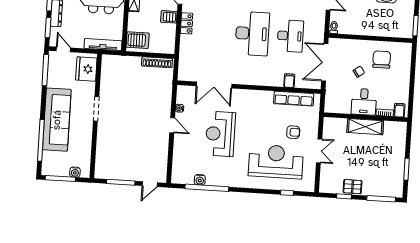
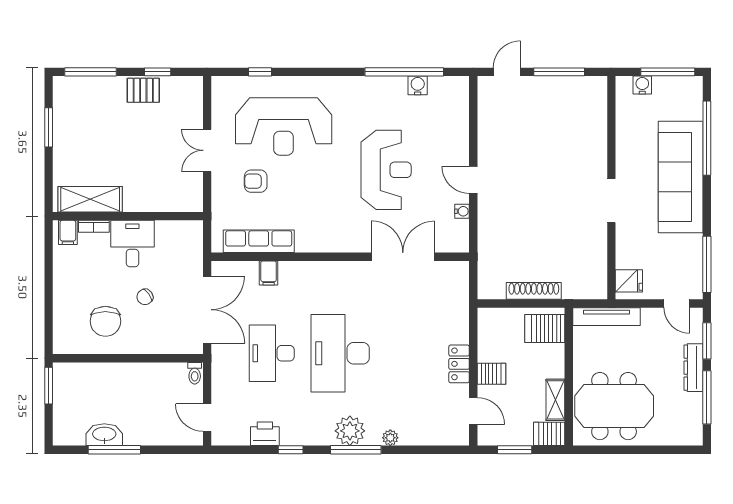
shoe rack: (157, 62) -> (534, 291), moved
fridge: (86, 69) -> (629, 281), width x0.53, depth x0.75
shelving: (365, 127) -> (90, 199), moved

